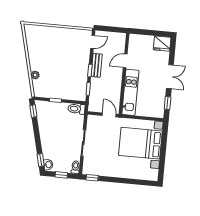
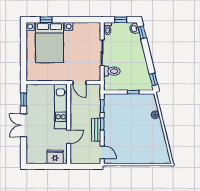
door: (93, 42) -> (102, 152), swing flipped
fridge: (162, 44) -> (55, 157), moved
toilet: (76, 109) -> (112, 71), moved
bed with nightstands: (140, 143) -> (49, 43), moved, turned 90
window: (92, 178) -> (46, 20), moved

